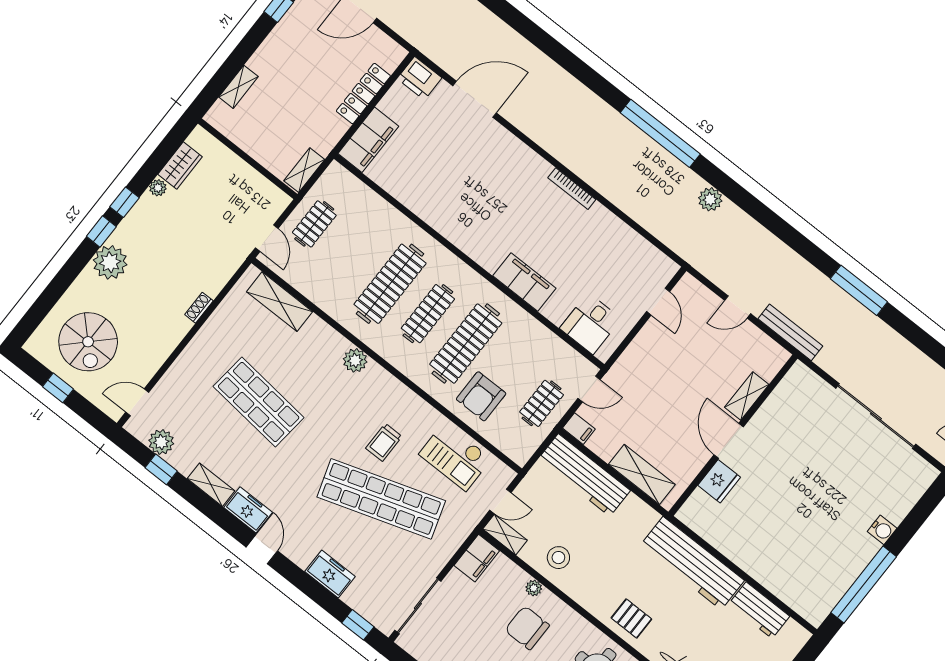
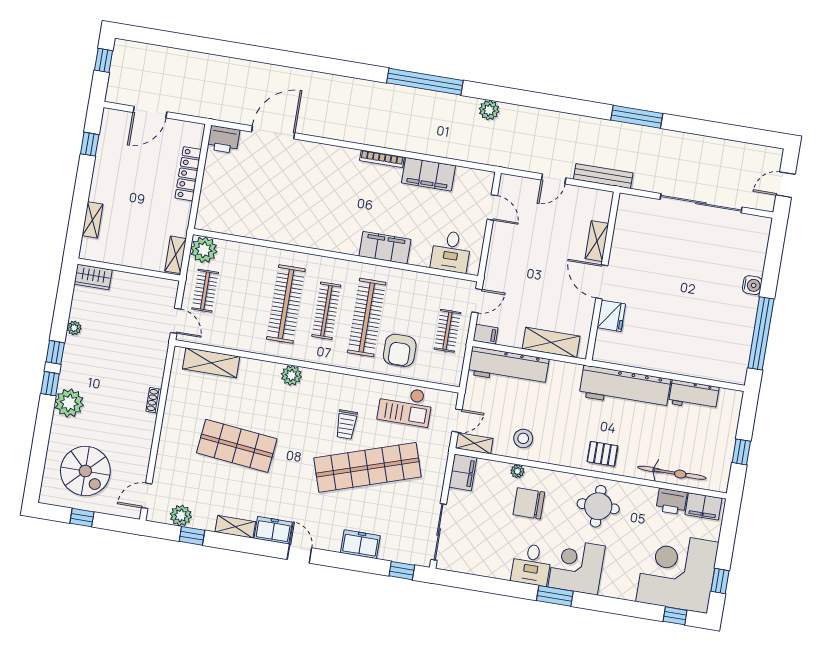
filing cabinet: (368, 140) -> (428, 174), moved, turned 90
wardrobe: (180, 166) -> (93, 277), moved, turned 90
plant: (336, 181) -> (204, 250), added

